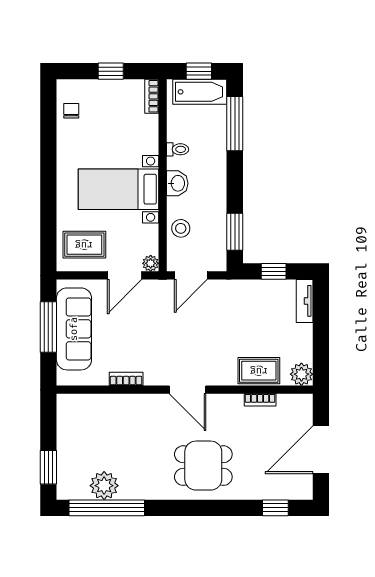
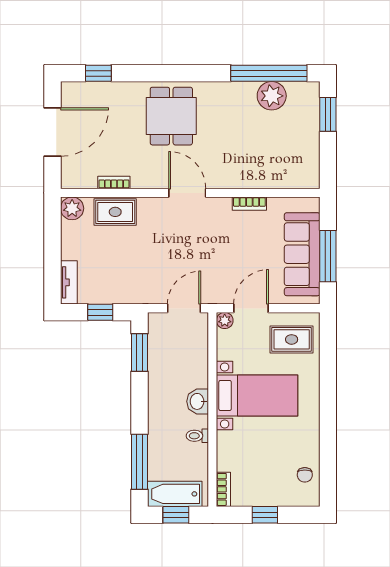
stool: (181, 228) -> (194, 356), removed
dining table: (203, 466) -> (171, 116), turned 90

